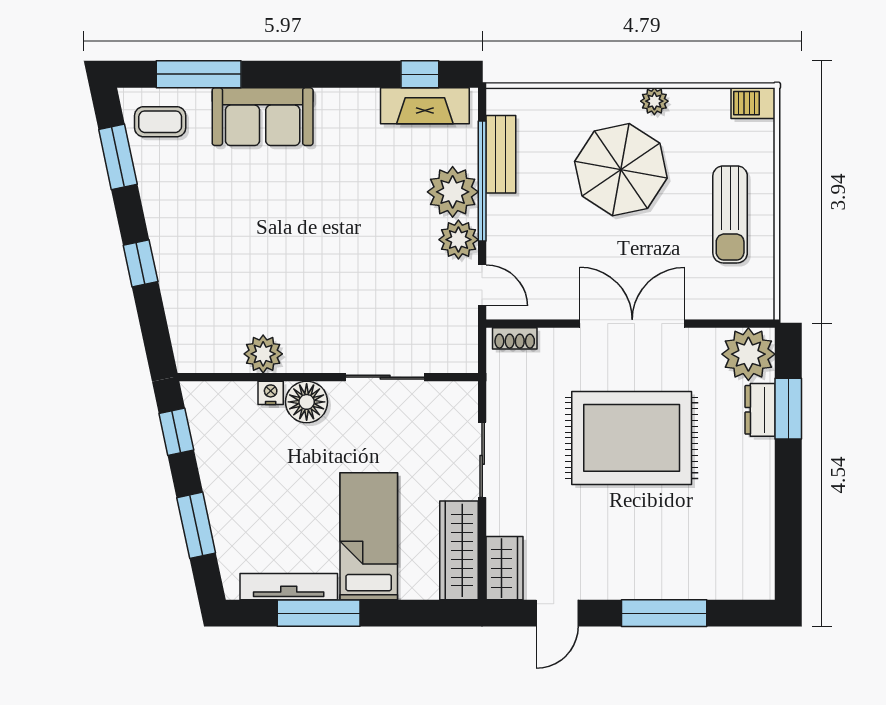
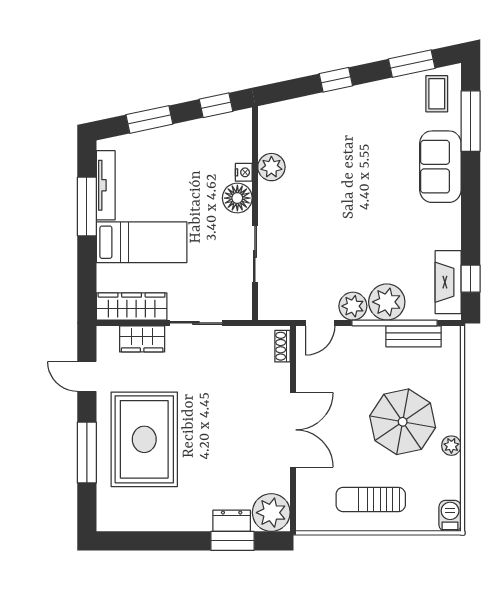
rug: (632, 438) -> (144, 439), moved
wardrobe: (504, 568) -> (142, 339), moved

